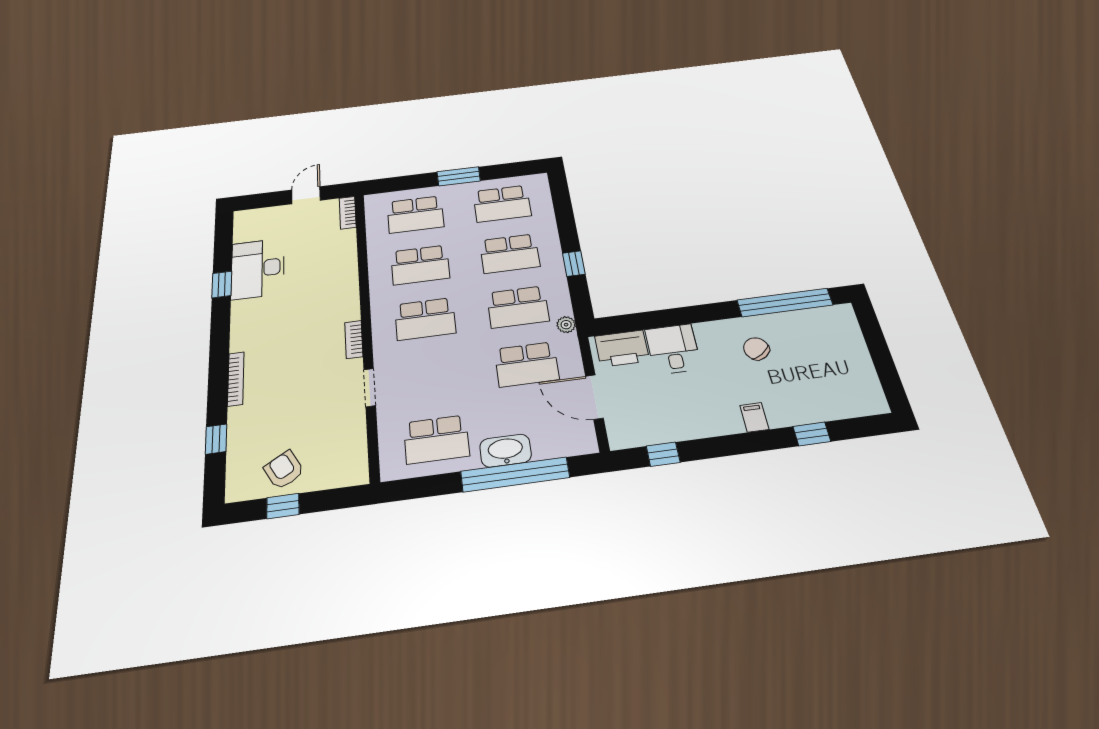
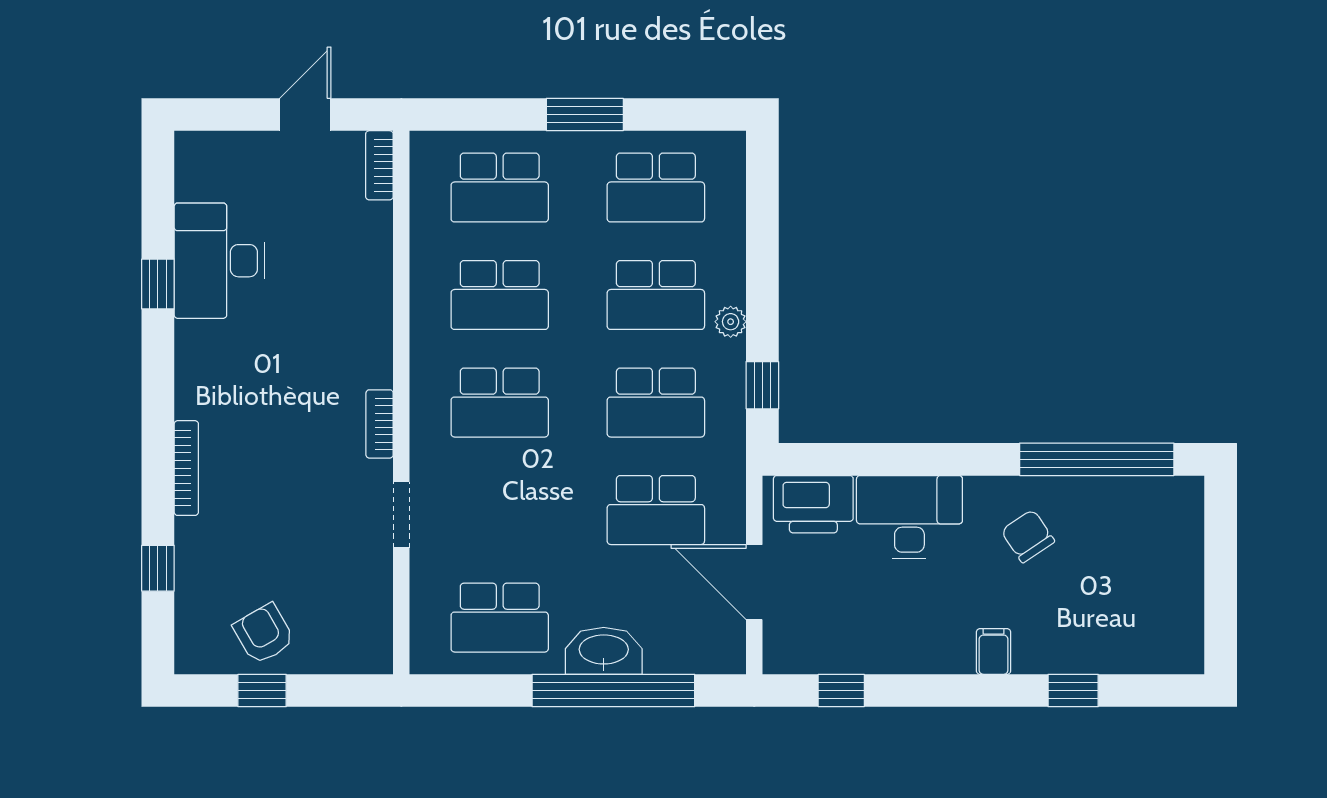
window: (574, 264) -> (762, 385), moved
plant: (566, 325) -> (731, 322), moved
desk: (673, 349) -> (909, 517), width x1.37

